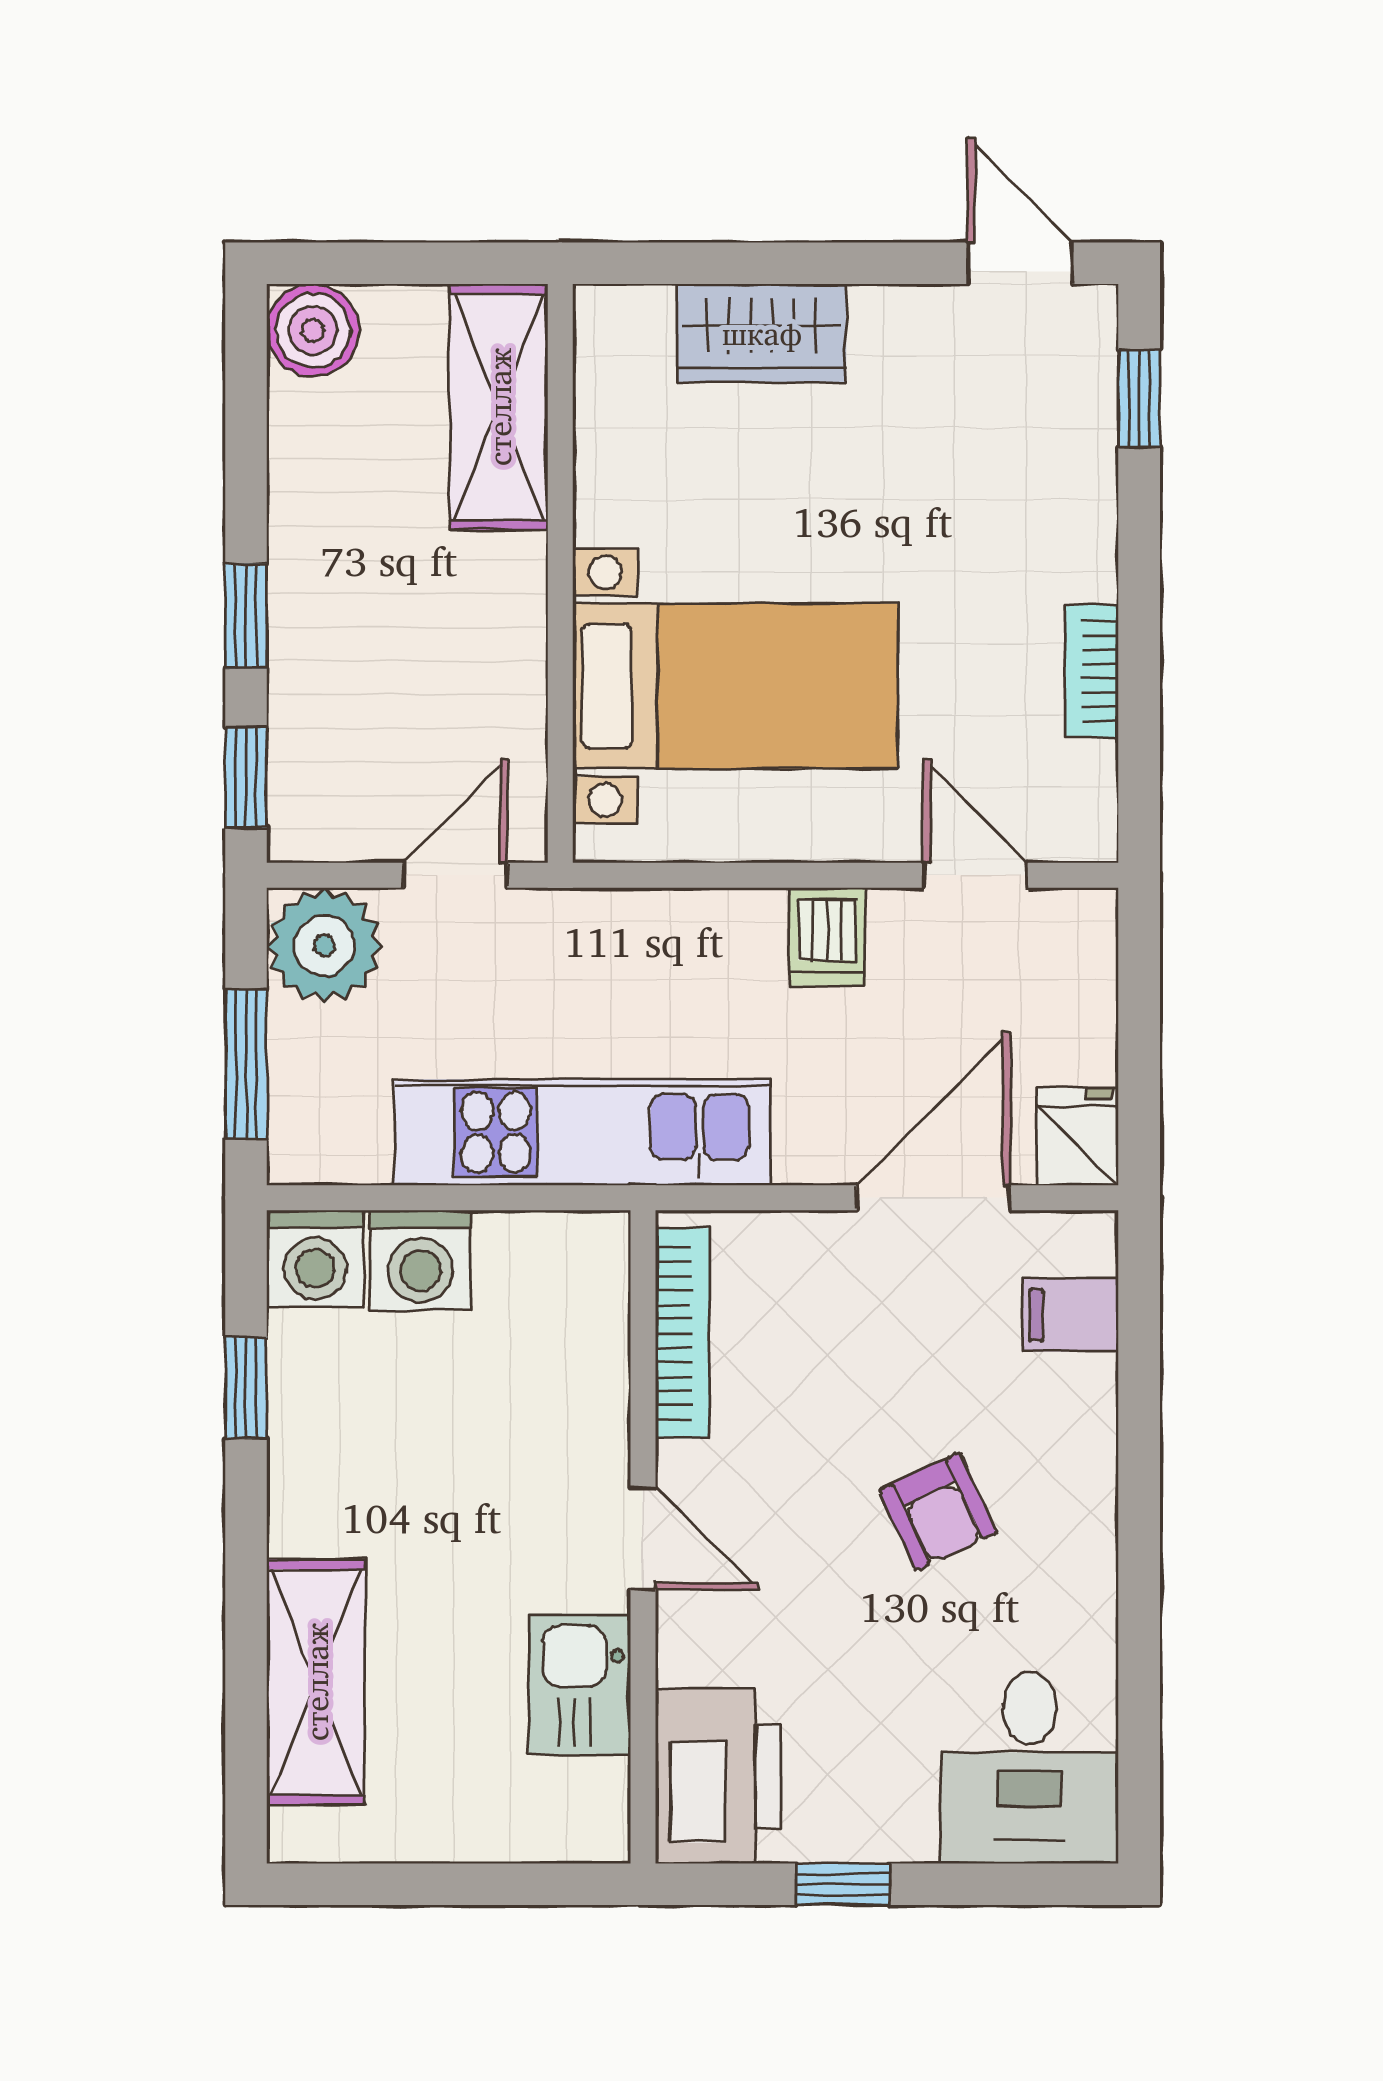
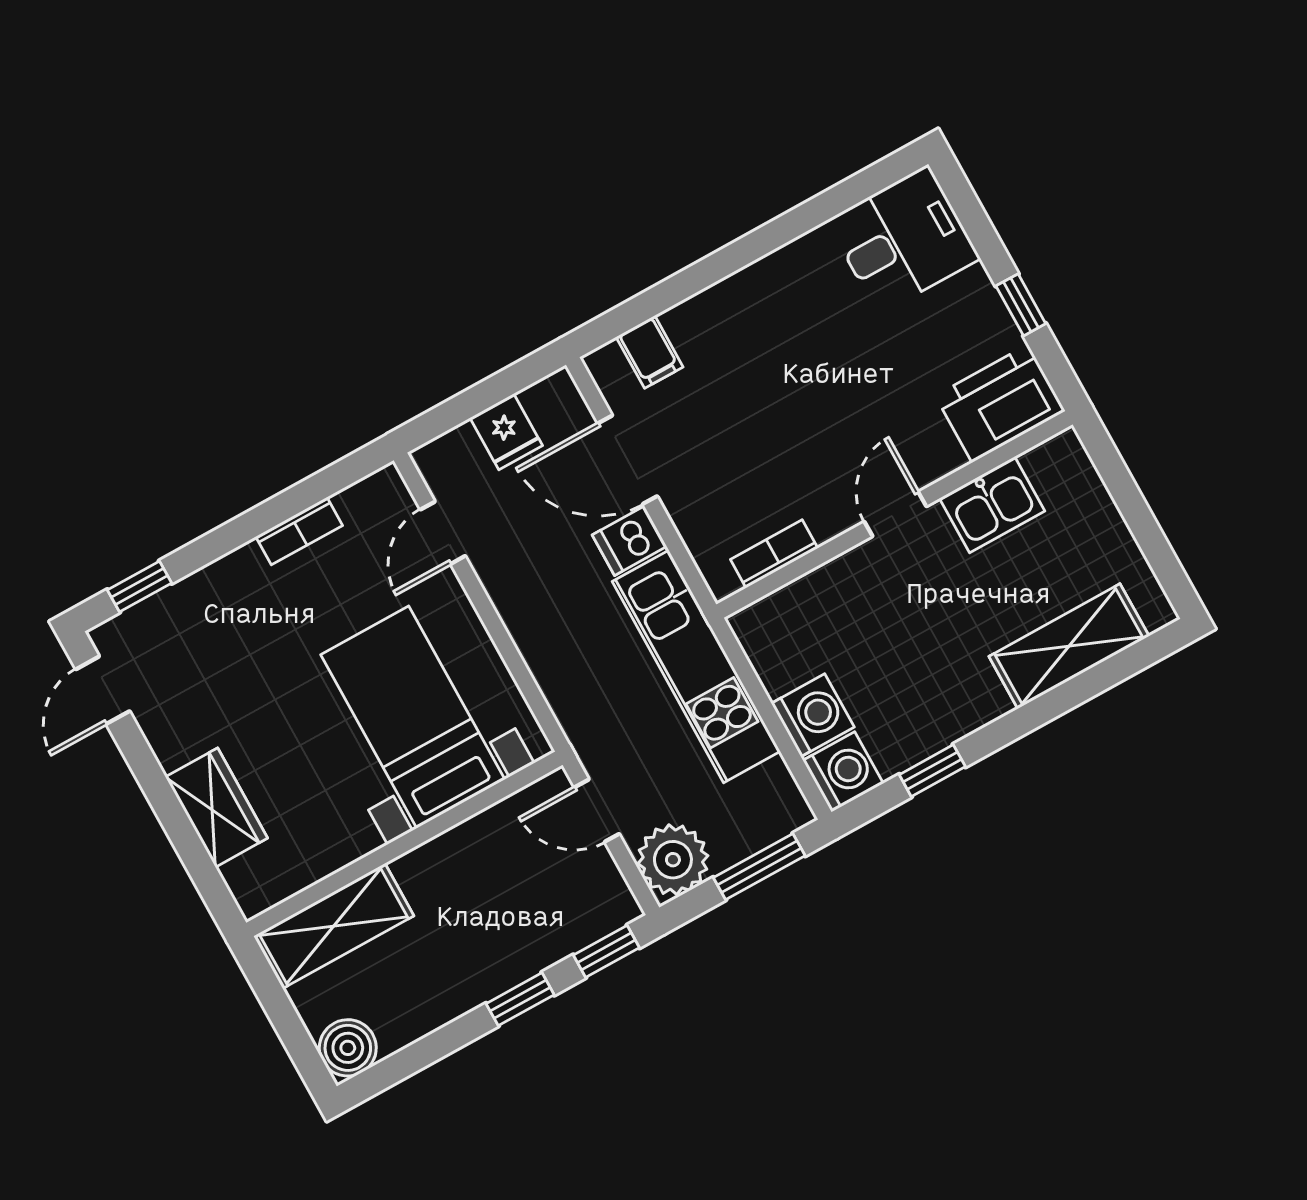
dishwasher: (827, 937) -> (629, 541), moved, turned 180
fridge: (1078, 1137) -> (506, 432), moved, turned -90
bookcase: (682, 1333) -> (774, 554), width x0.64
armchair: (938, 1511) -> (794, 364), removed

